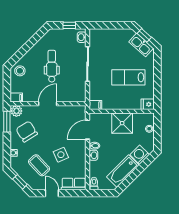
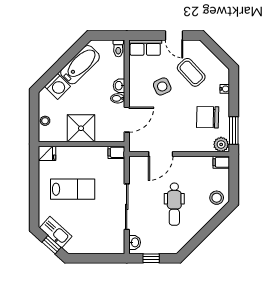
door: (48, 104) -> (161, 154), moved
chair: (27, 132) -> (208, 117), turned 123
window: (20, 182) -> (217, 50), removed

